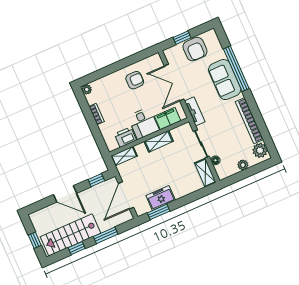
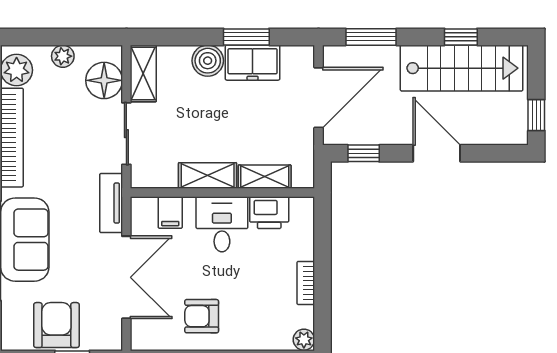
filing cabinet: (168, 119) -> (170, 212), width x0.50
shelving: (124, 156) -> (265, 177), moved
floor lamp: (215, 160) -> (104, 80), width x1.89, depth x1.89
boiler: (180, 190) -> (208, 61), added
window: (159, 212) -> (246, 37), moved
window: (106, 235) -> (371, 37), moved
window: (35, 240) -> (536, 115), moved

